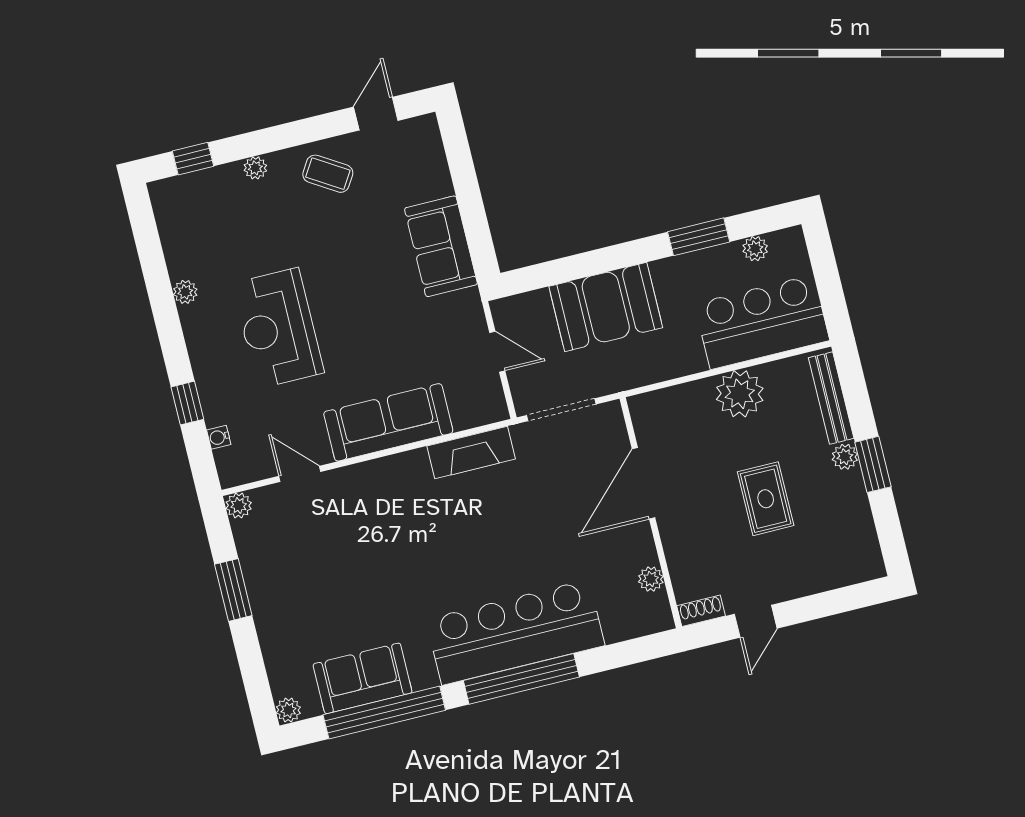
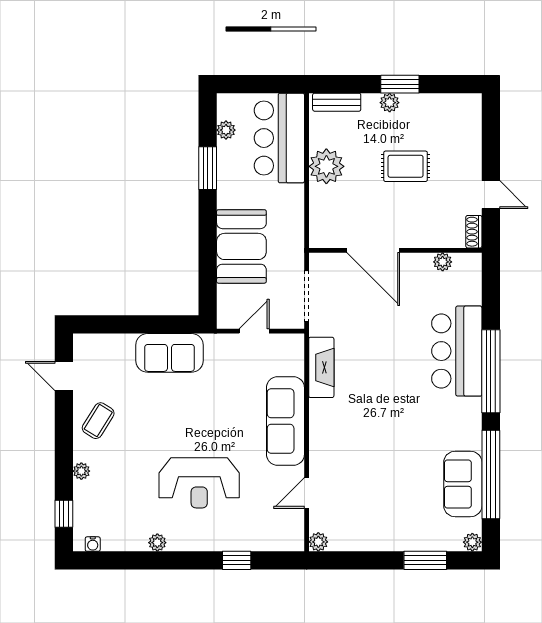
bench: (831, 398) -> (337, 102), width x0.73
water cooler: (219, 437) -> (93, 544), moved
window: (233, 590) -> (425, 560), moved
bar counter: (515, 632) -> (457, 351), width x0.73

